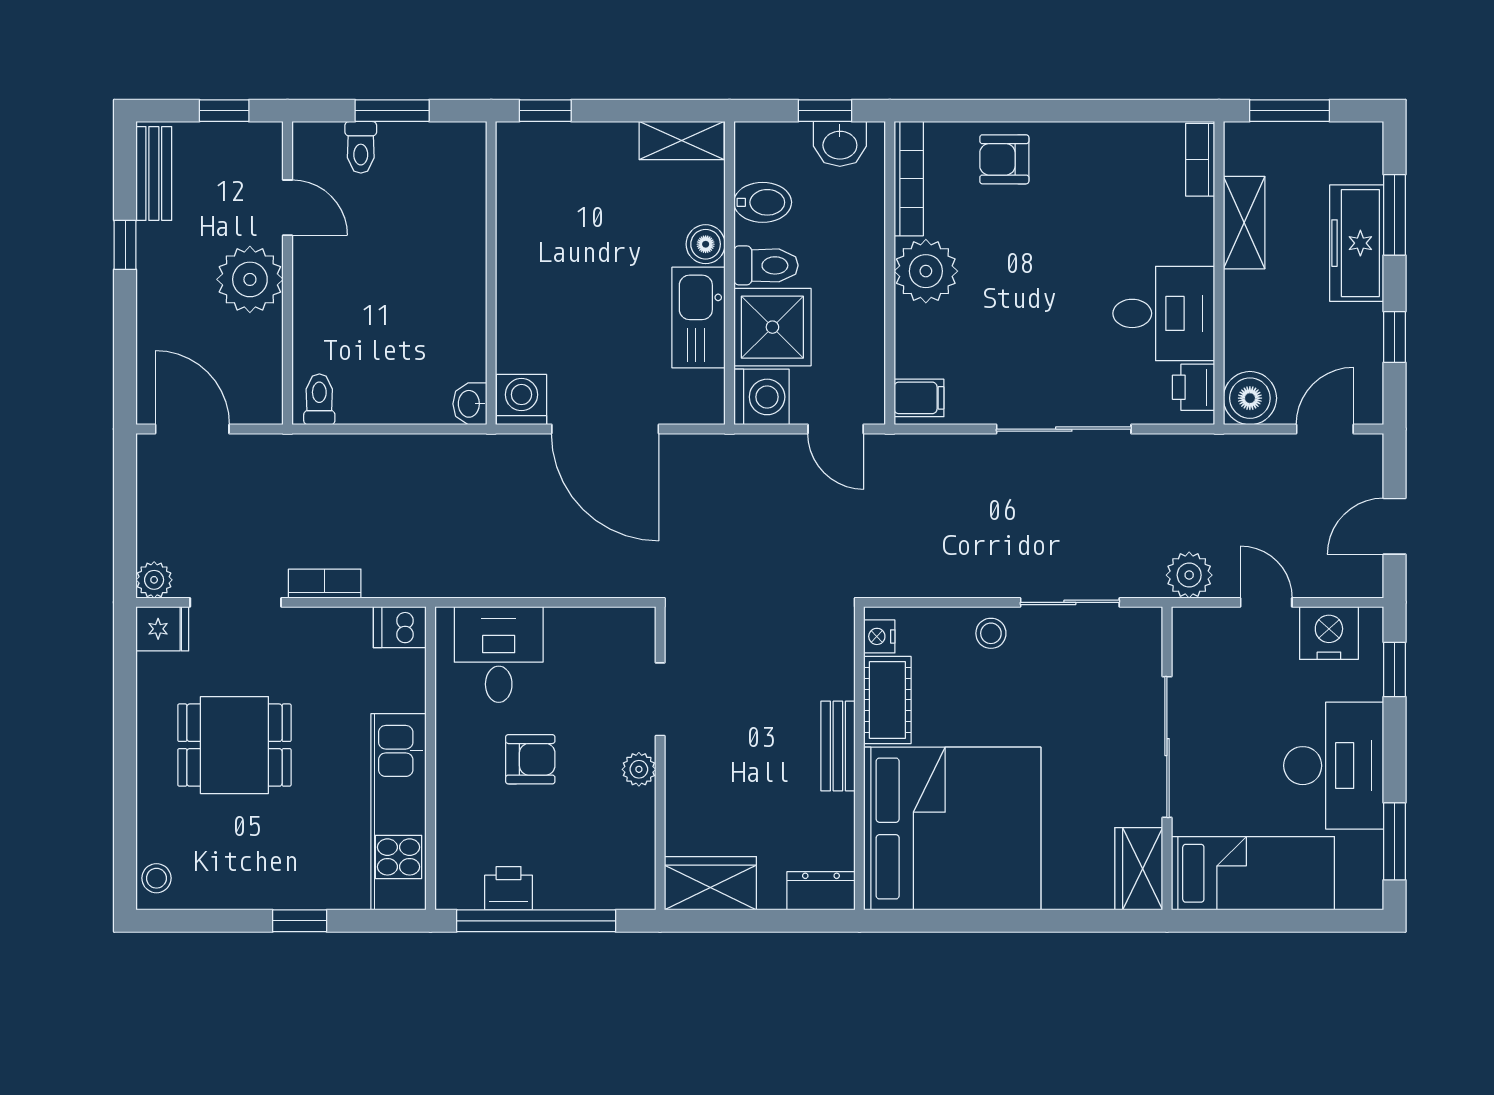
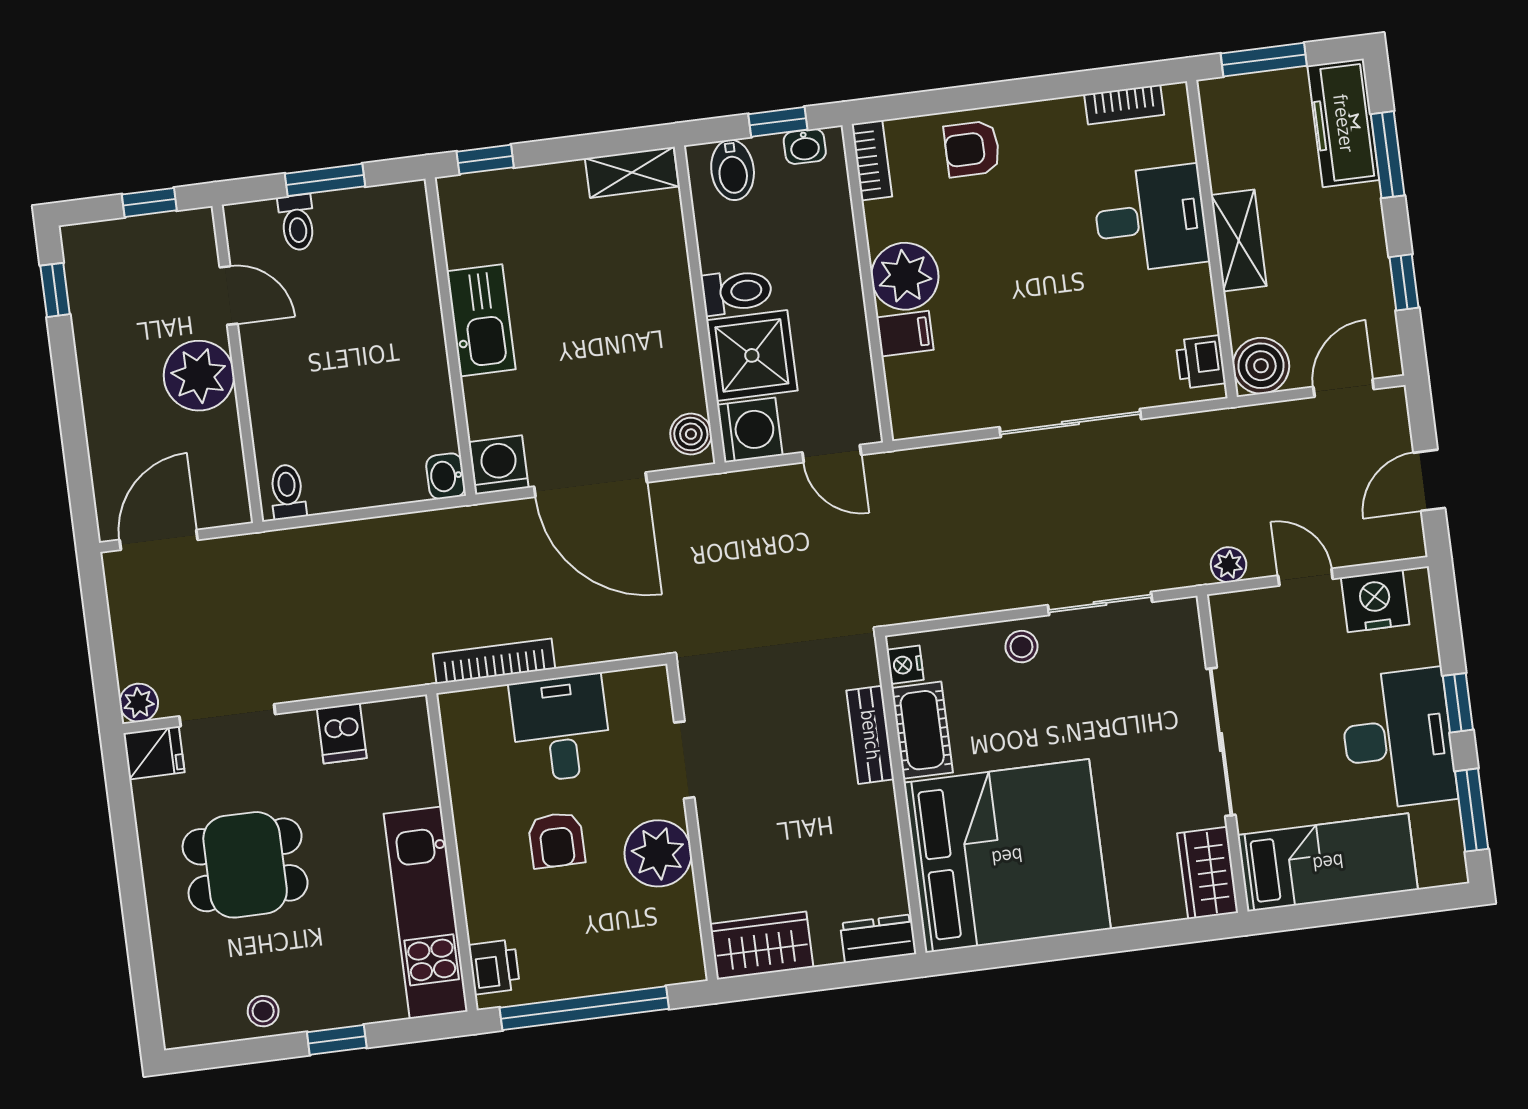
washbasin: (840, 144) -> (805, 146), width x0.72, depth x0.69
bookcase: (1200, 160) -> (1124, 104), moved, turned -90
bench: (154, 173) -> (84, 278), removed
bookcase: (909, 179) -> (872, 160), width x0.64
bidet: (763, 202) -> (733, 170), moved, turned 90
shelving: (1244, 223) -> (1239, 241), moved
freezer: (1357, 243) -> (1343, 123), moved
boiler: (706, 244) -> (691, 434), moved
window: (125, 245) -> (55, 290), moved
desk: (1164, 313) -> (1151, 219), moved
kitchen sink: (699, 318) -> (481, 320), moved, turned 180
filing cabinet: (919, 398) -> (905, 334), moved
door: (192, 429) -> (159, 540), hinge flipped
plant: (1189, 575) -> (1229, 565), width x0.73, depth x0.73
bookcase: (325, 584) -> (494, 661), moved, width x1.56
dishwasher: (400, 627) -> (342, 733), moved, turned -90
desk: (499, 655) -> (561, 728), moved
window: (1394, 670) -> (1458, 703), moved
bench: (838, 746) -> (870, 735), moved
armchair: (530, 759) -> (556, 840), turned 90
plant: (639, 769) -> (658, 853), width x1.87, depth x1.87
stool: (156, 878) -> (263, 1011), moved
printer: (509, 888) -> (494, 967), moved, turned 90

